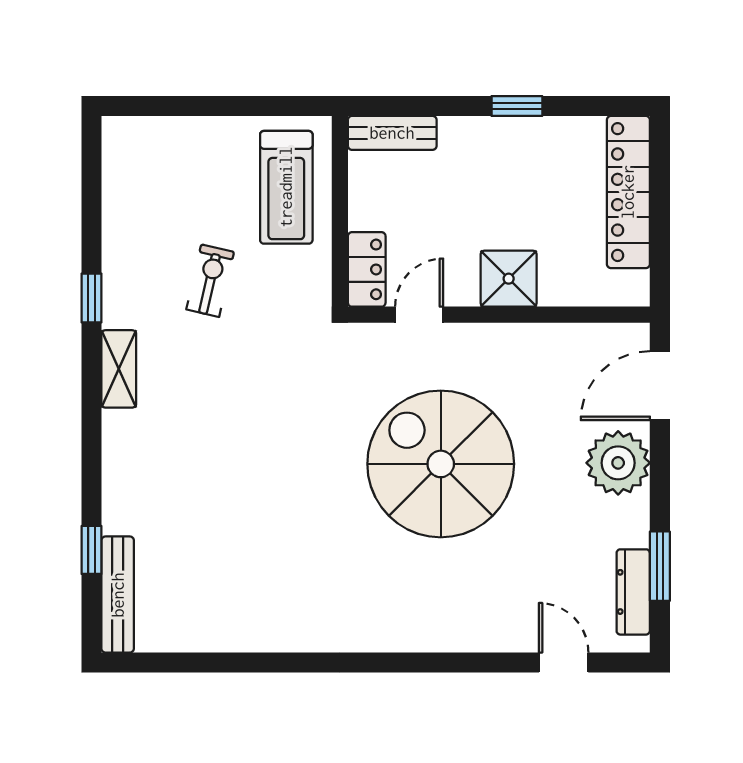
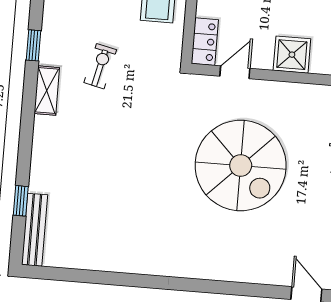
exercise bike: (210, 281) -> (100, 66), moved
spiral stairs: (441, 464) -> (241, 166), turned 180

